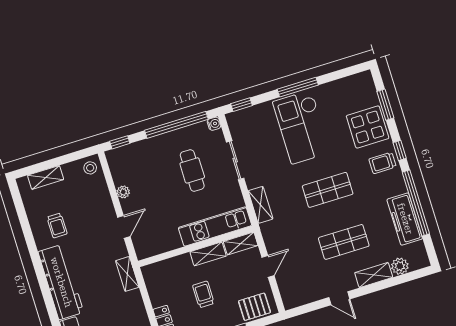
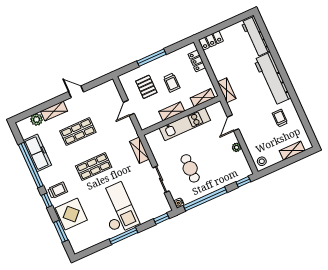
kitchen unit: (215, 226) -> (185, 124), moved
shelving: (241, 243) -> (202, 98), moved
pallet: (254, 307) -> (146, 87), moved, turned 90

